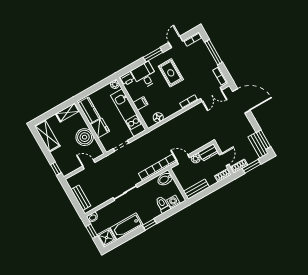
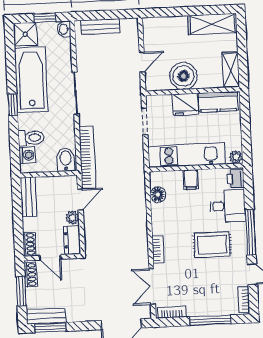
window: (153, 55) -> (250, 232), width x1.44
window: (56, 169) -> (160, 12), removed
bathtub: (127, 226) -> (31, 79), width x1.36, depth x1.36

